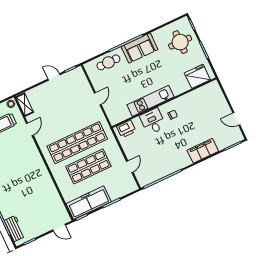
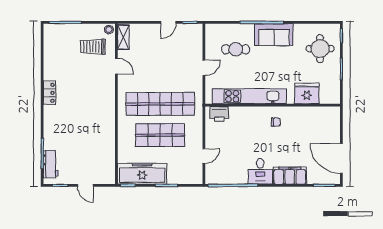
cafe table: (108, 62) -> (236, 49), moved
fridge: (197, 76) -> (307, 94), moved
door: (54, 77) -> (168, 22), swing flipped
kitchen unit: (150, 101) -> (249, 96), width x1.36
door: (236, 119) -> (341, 159), width x1.88
desk: (153, 121) -> (260, 171), moved, turned 180
door: (30, 129) -> (116, 66), hinge flipped
door: (59, 228) -> (85, 185), moved

